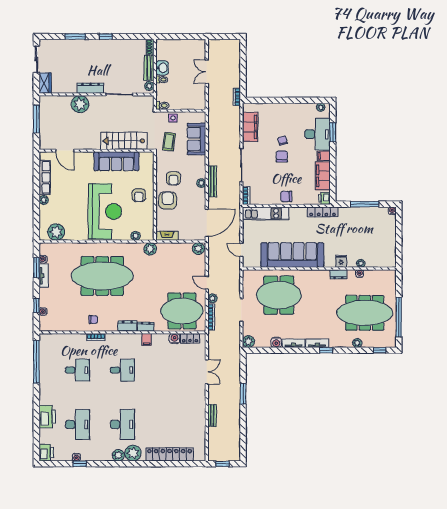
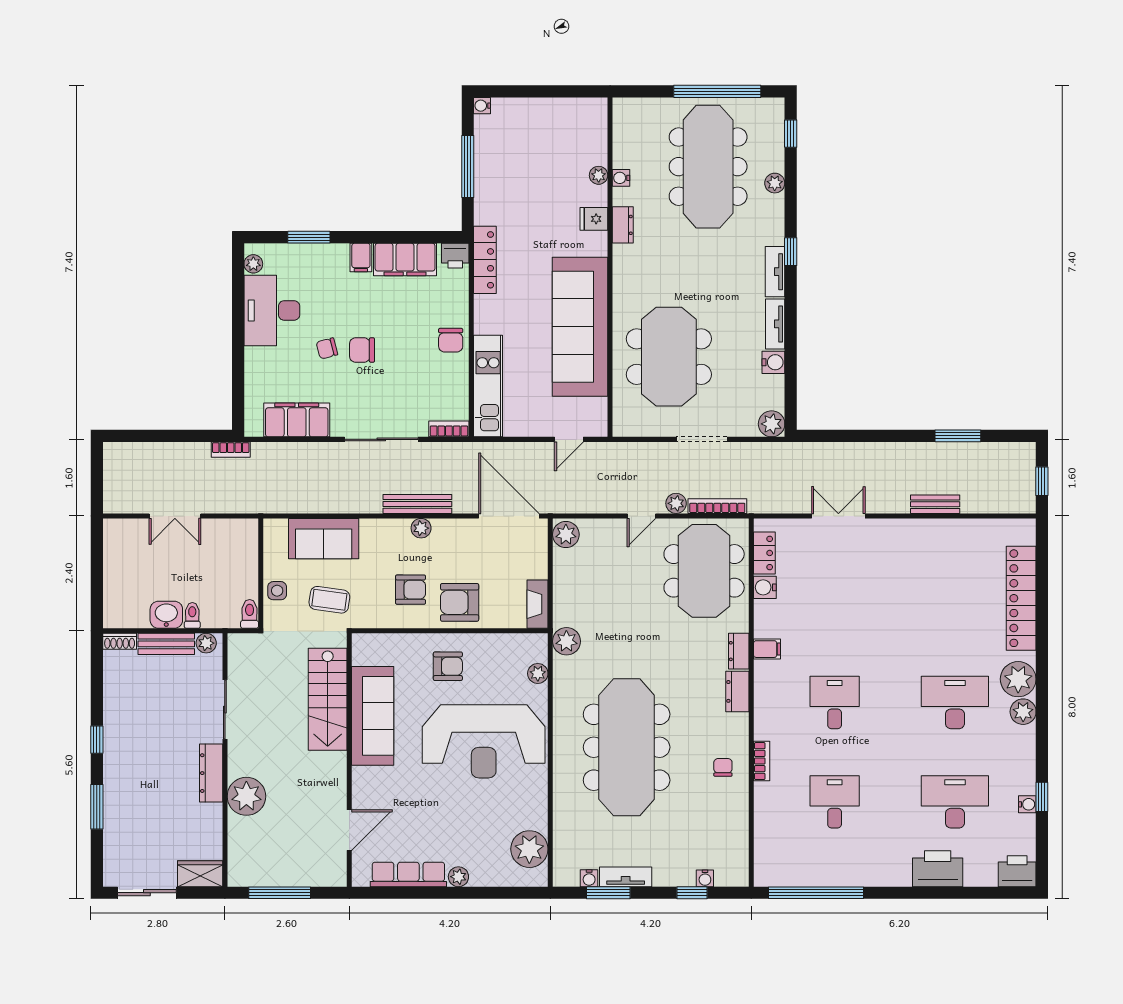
desk: (318, 134) -> (272, 310), moved, turned -90
reception desk: (105, 211) -> (484, 741), turned 180
window: (243, 394) -> (958, 436), moved

